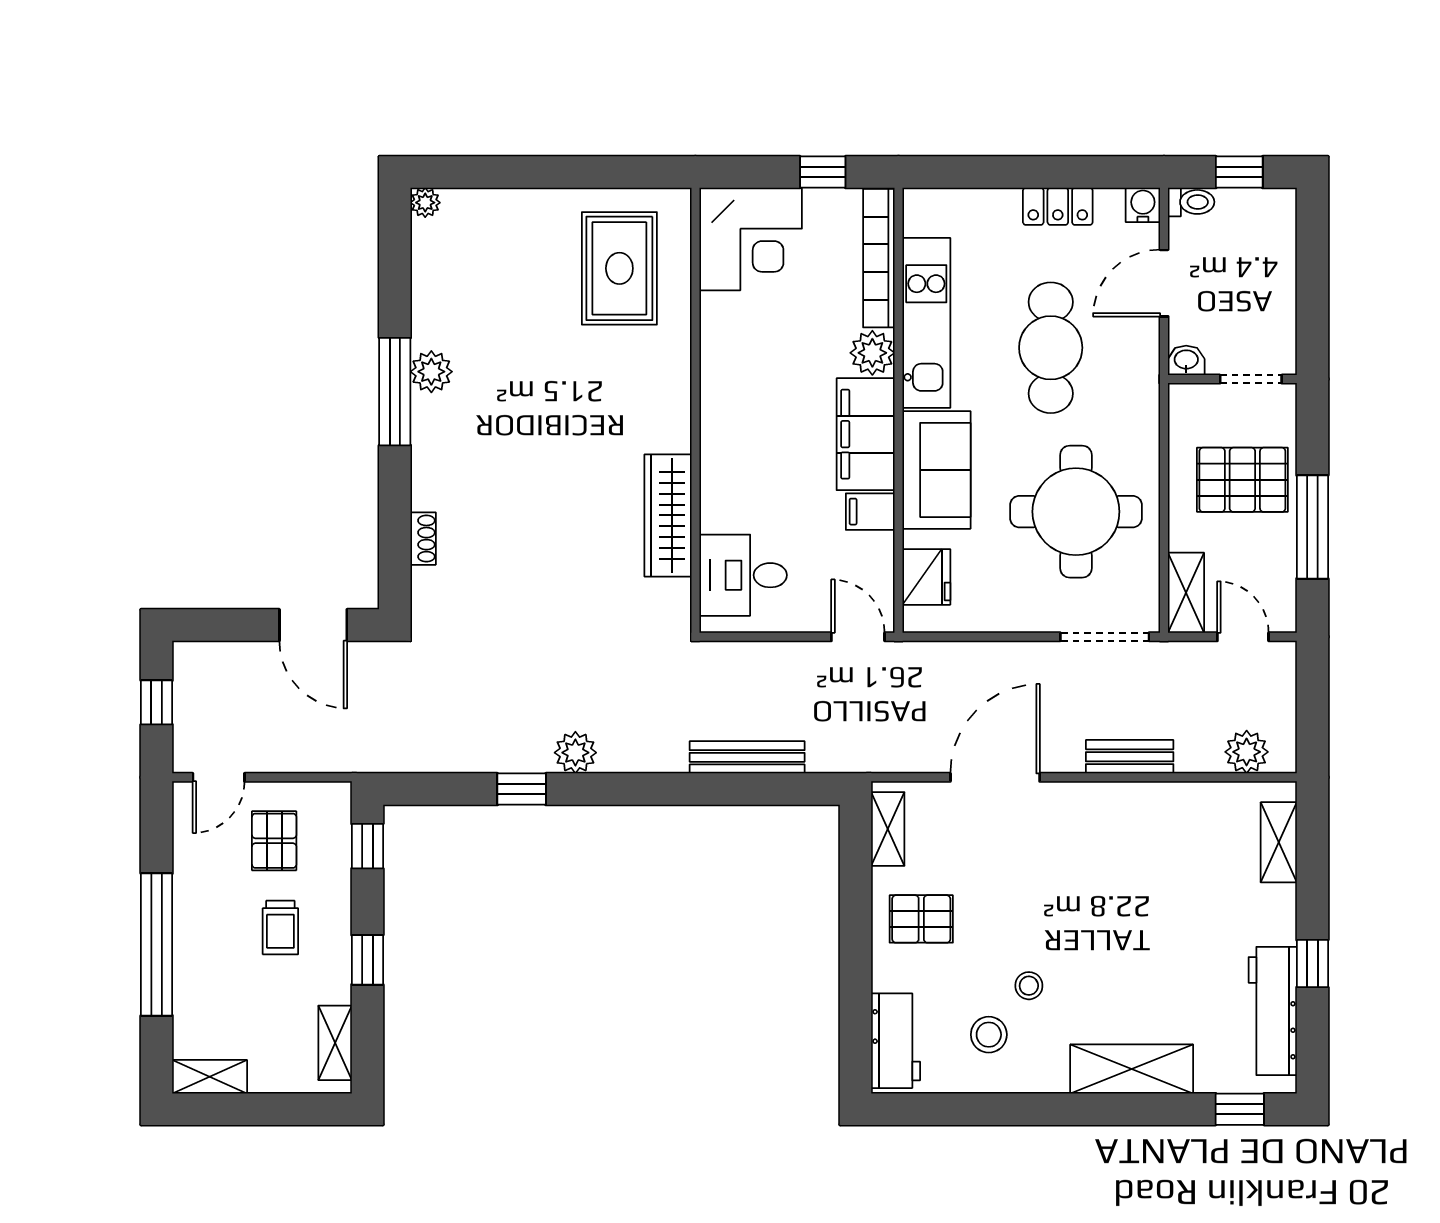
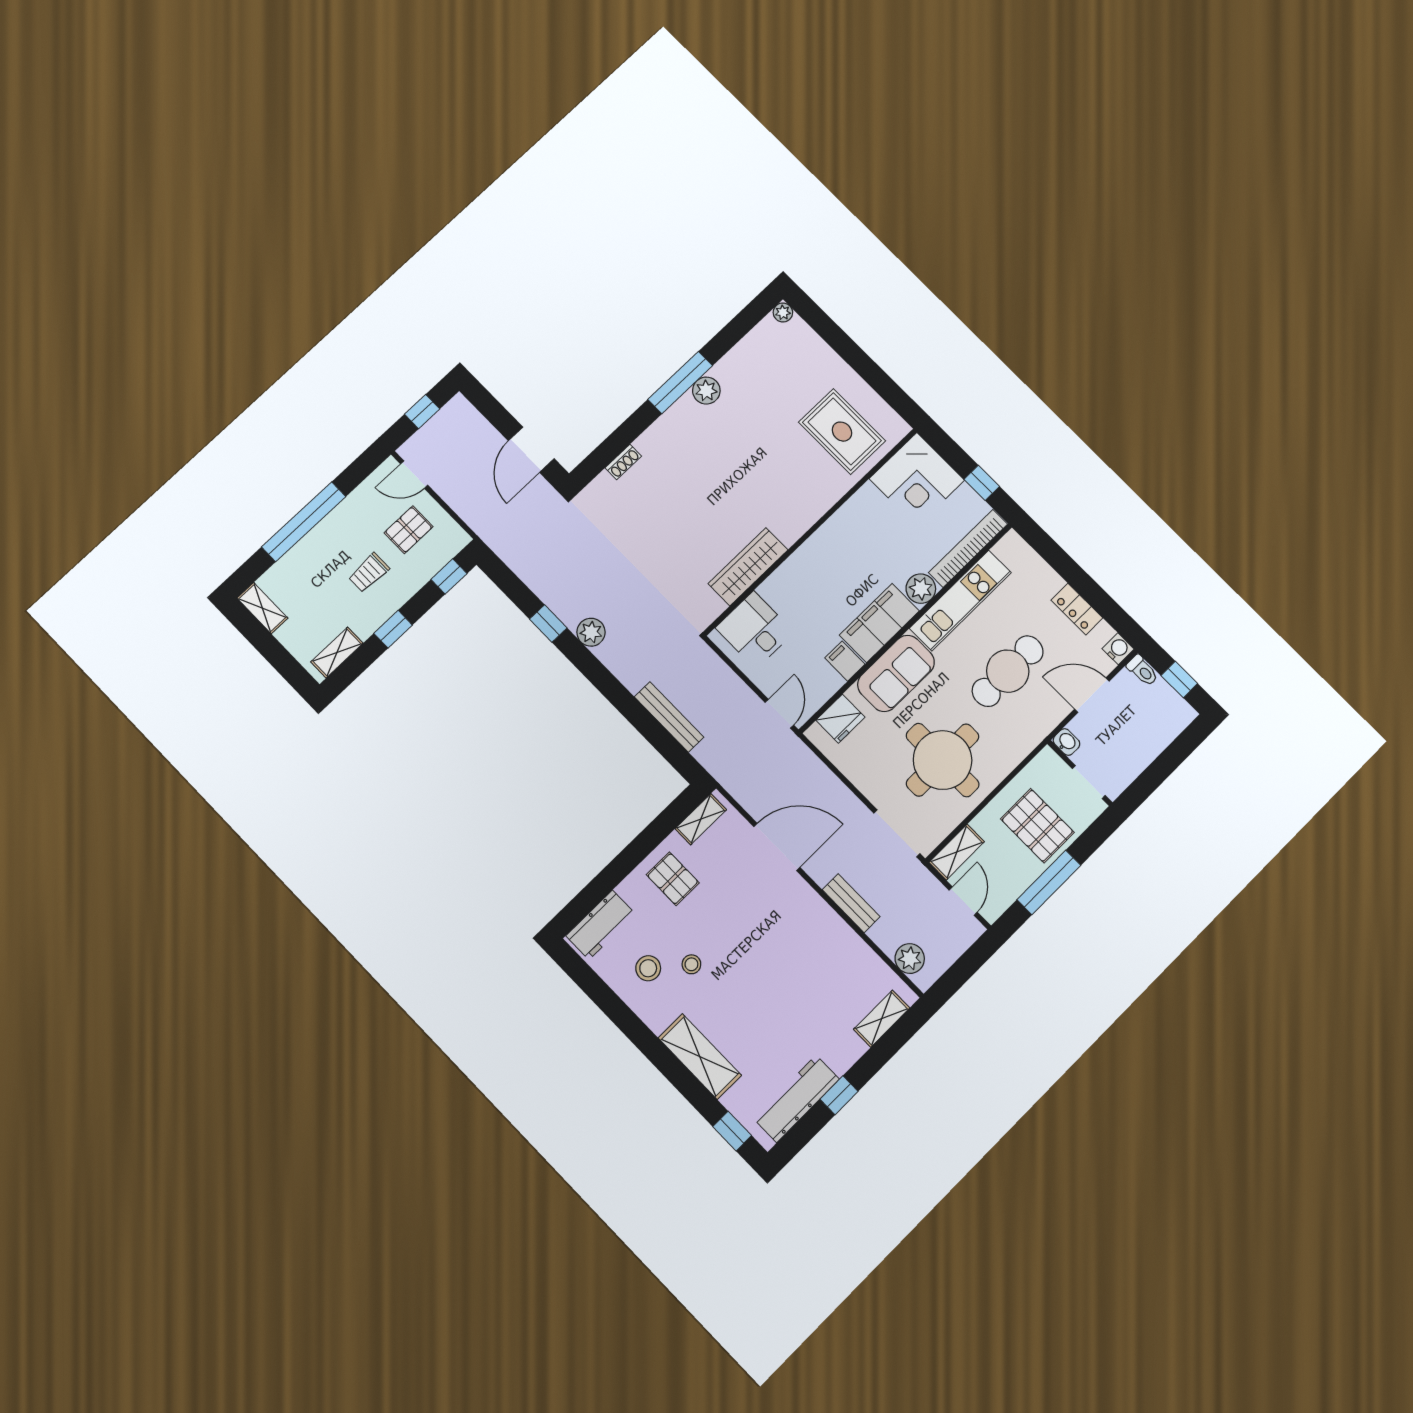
rug: (619, 268) -> (842, 432), turned 90

